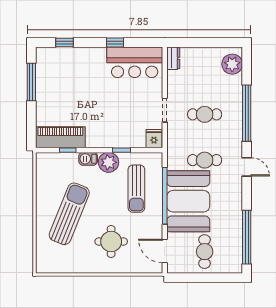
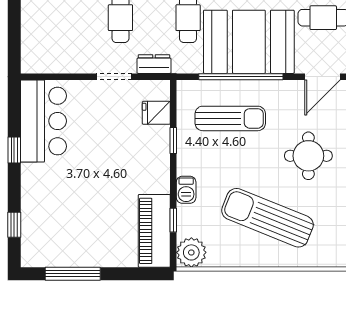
dresser: (173, 58) -> (154, 64), moved
fridge: (154, 139) -> (156, 113), moved
plant: (109, 162) -> (191, 252), moved

